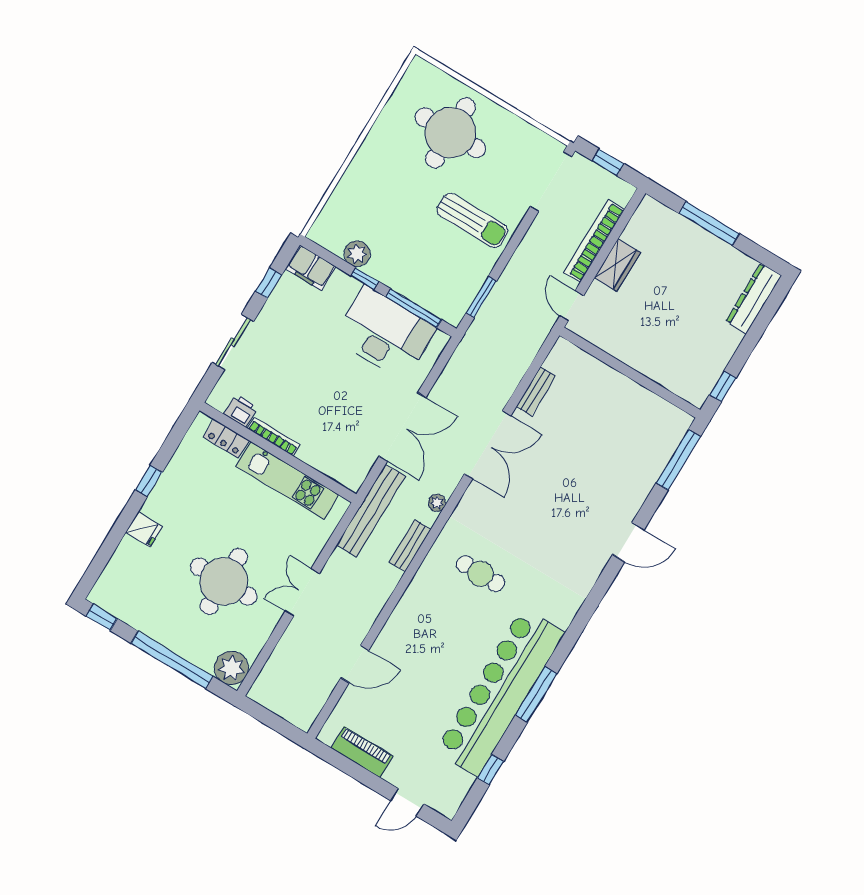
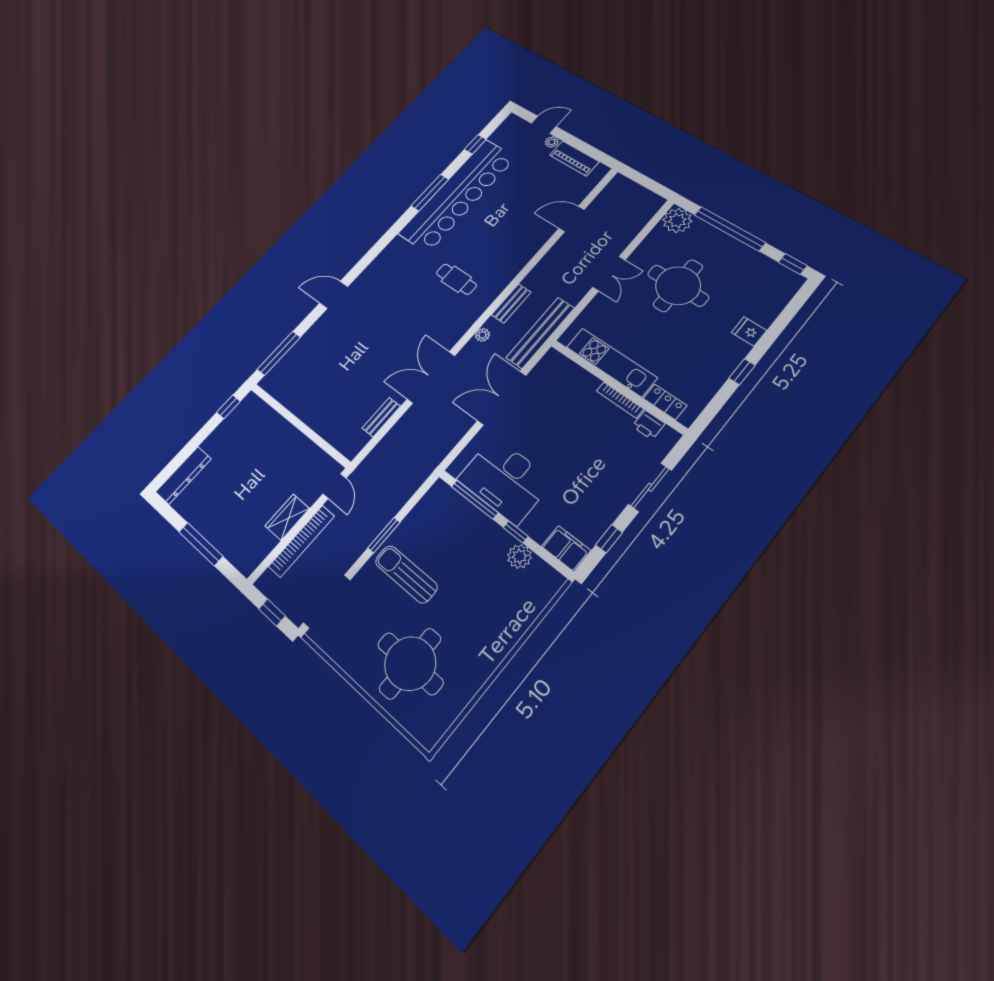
window: (481, 297) -> (384, 535), moved
plant: (393, 776) -> (552, 142), added

